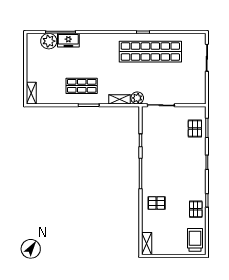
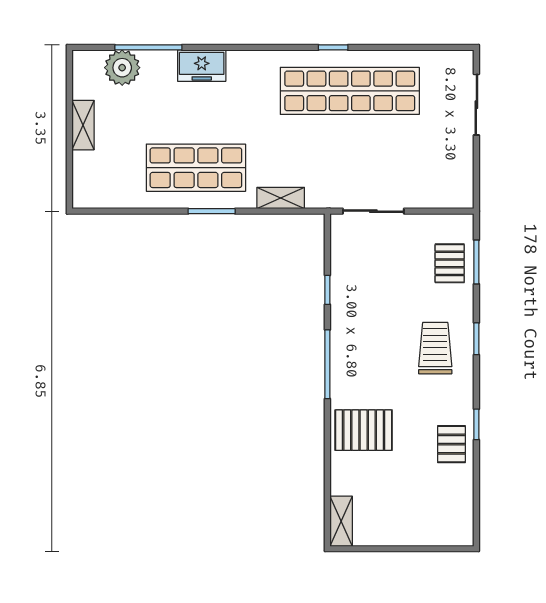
freezer: (68, 40) -> (202, 66), moved
shop shelf: (82, 86) -> (196, 168), width x1.43, depth x1.36
shelving: (31, 93) -> (83, 125), moved
plant: (137, 98) -> (320, 195), removed
pallet: (157, 203) -> (364, 430), width x1.50, depth x1.42
trolley: (195, 240) -> (435, 348), moved

